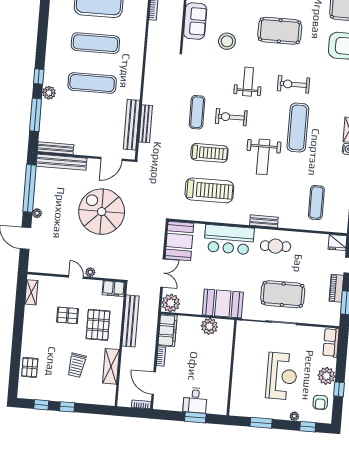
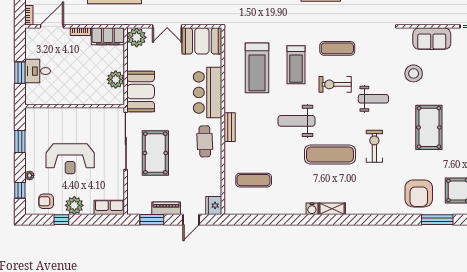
exercise bike: (231, 117) -> (335, 84), turned -90

